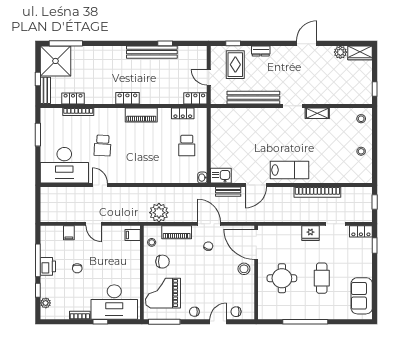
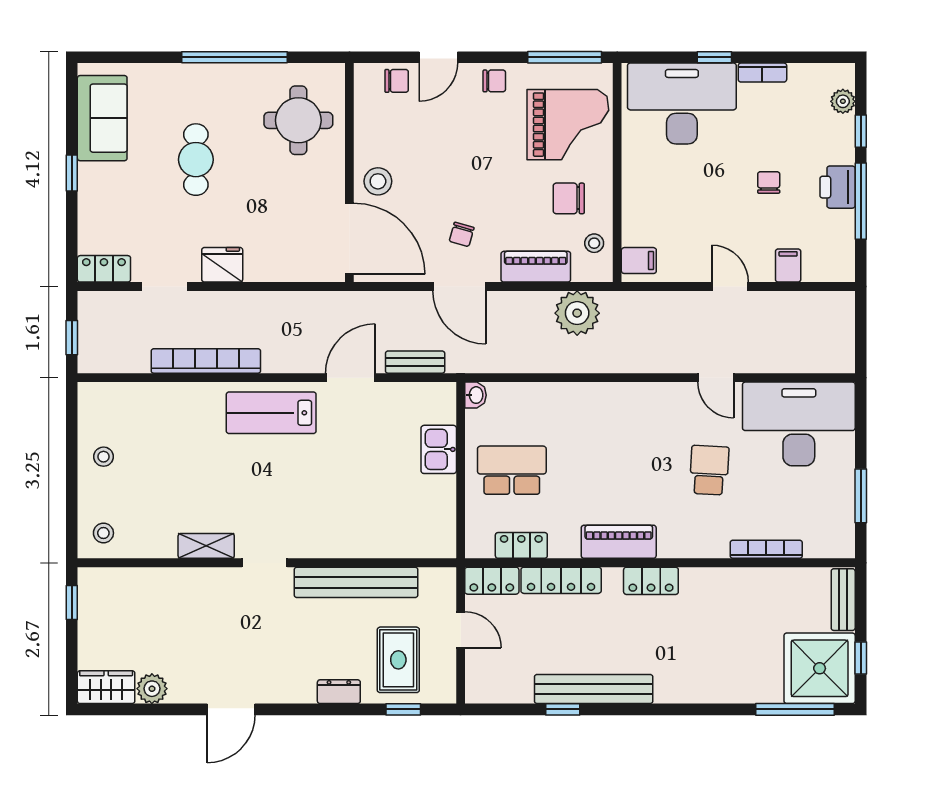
window: (38, 79) -> (861, 658), moved
locker: (73, 99) -> (561, 580), moved, width x1.53
school desk: (187, 146) -> (512, 470), width x1.85
kitchen sink: (221, 176) -> (439, 449), moved, turned 90
window: (375, 245) -> (72, 173), moved
round table: (282, 278) -> (298, 120), moved

